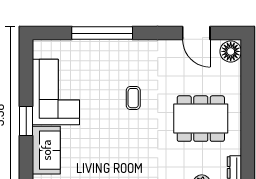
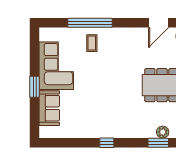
door: (196, 33) -> (159, 23), hinge flipped
coffee table: (133, 98) -> (92, 43), moved

